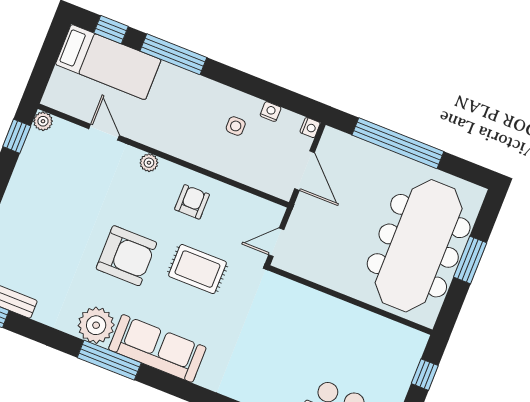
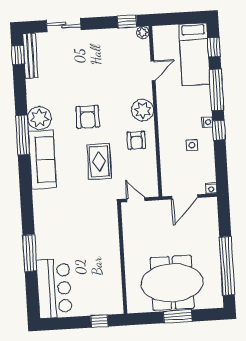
window: (232, 78) -> (219, 130), added
nightstand: (271, 112) -> (207, 122), moved
window: (398, 143) -> (227, 266), moved
plant: (149, 163) -> (143, 110), width x1.87, depth x1.87
armchair: (192, 202) -> (136, 140), turned 90
meeting table: (419, 246) -> (172, 283), width x0.73
armchair: (126, 256) -> (88, 117), width x0.73, depth x0.73

